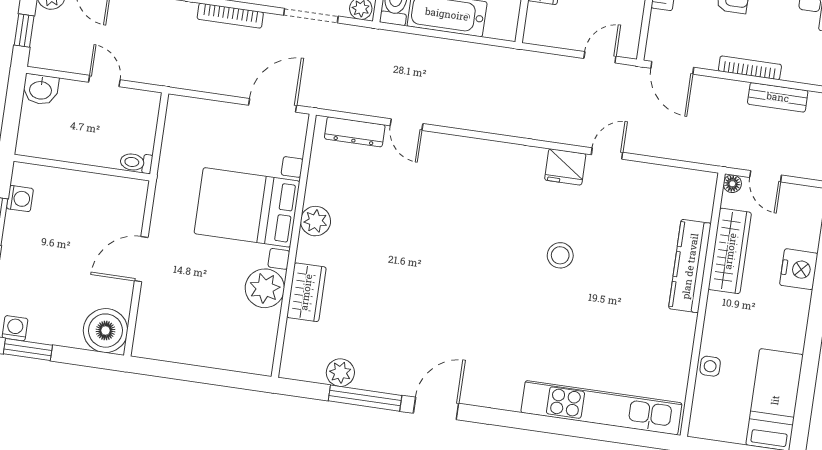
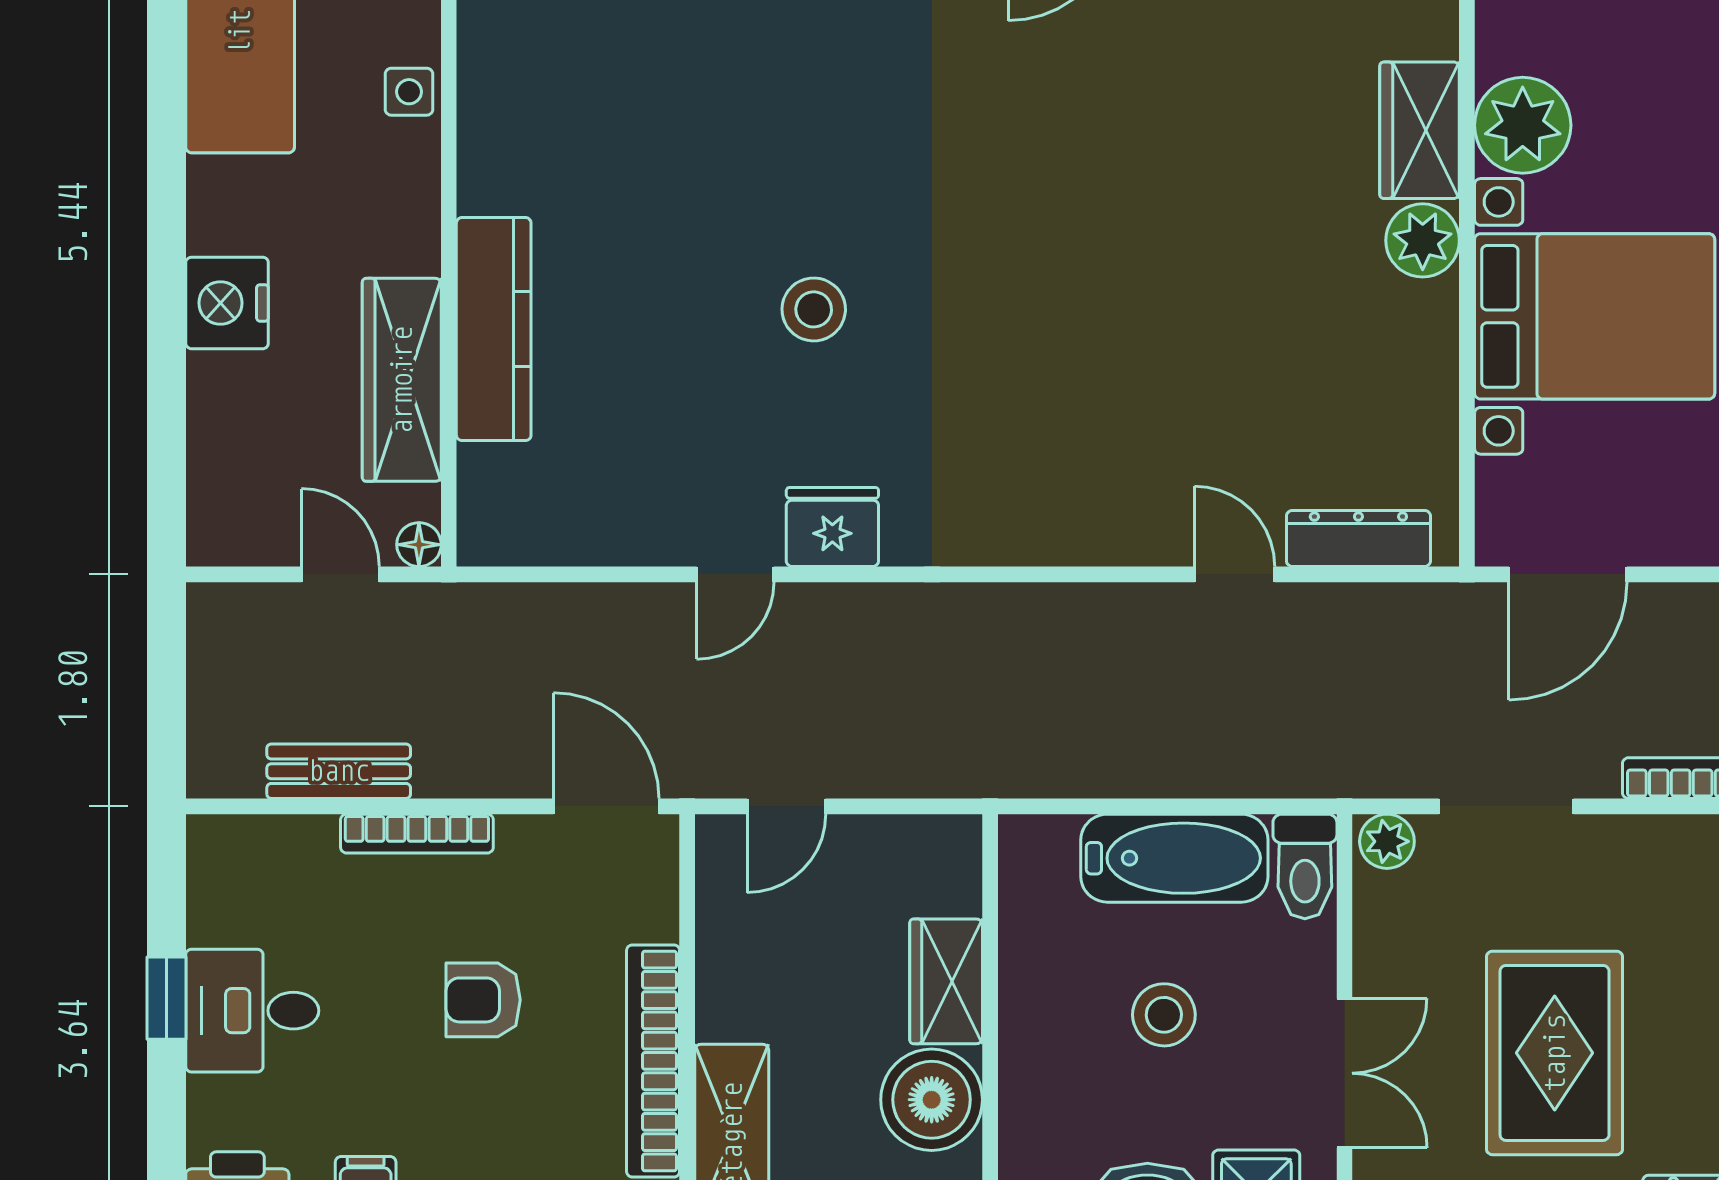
plant: (316, 221) -> (1423, 240), moved
nightstand: (799, 269) -> (227, 303), moved

